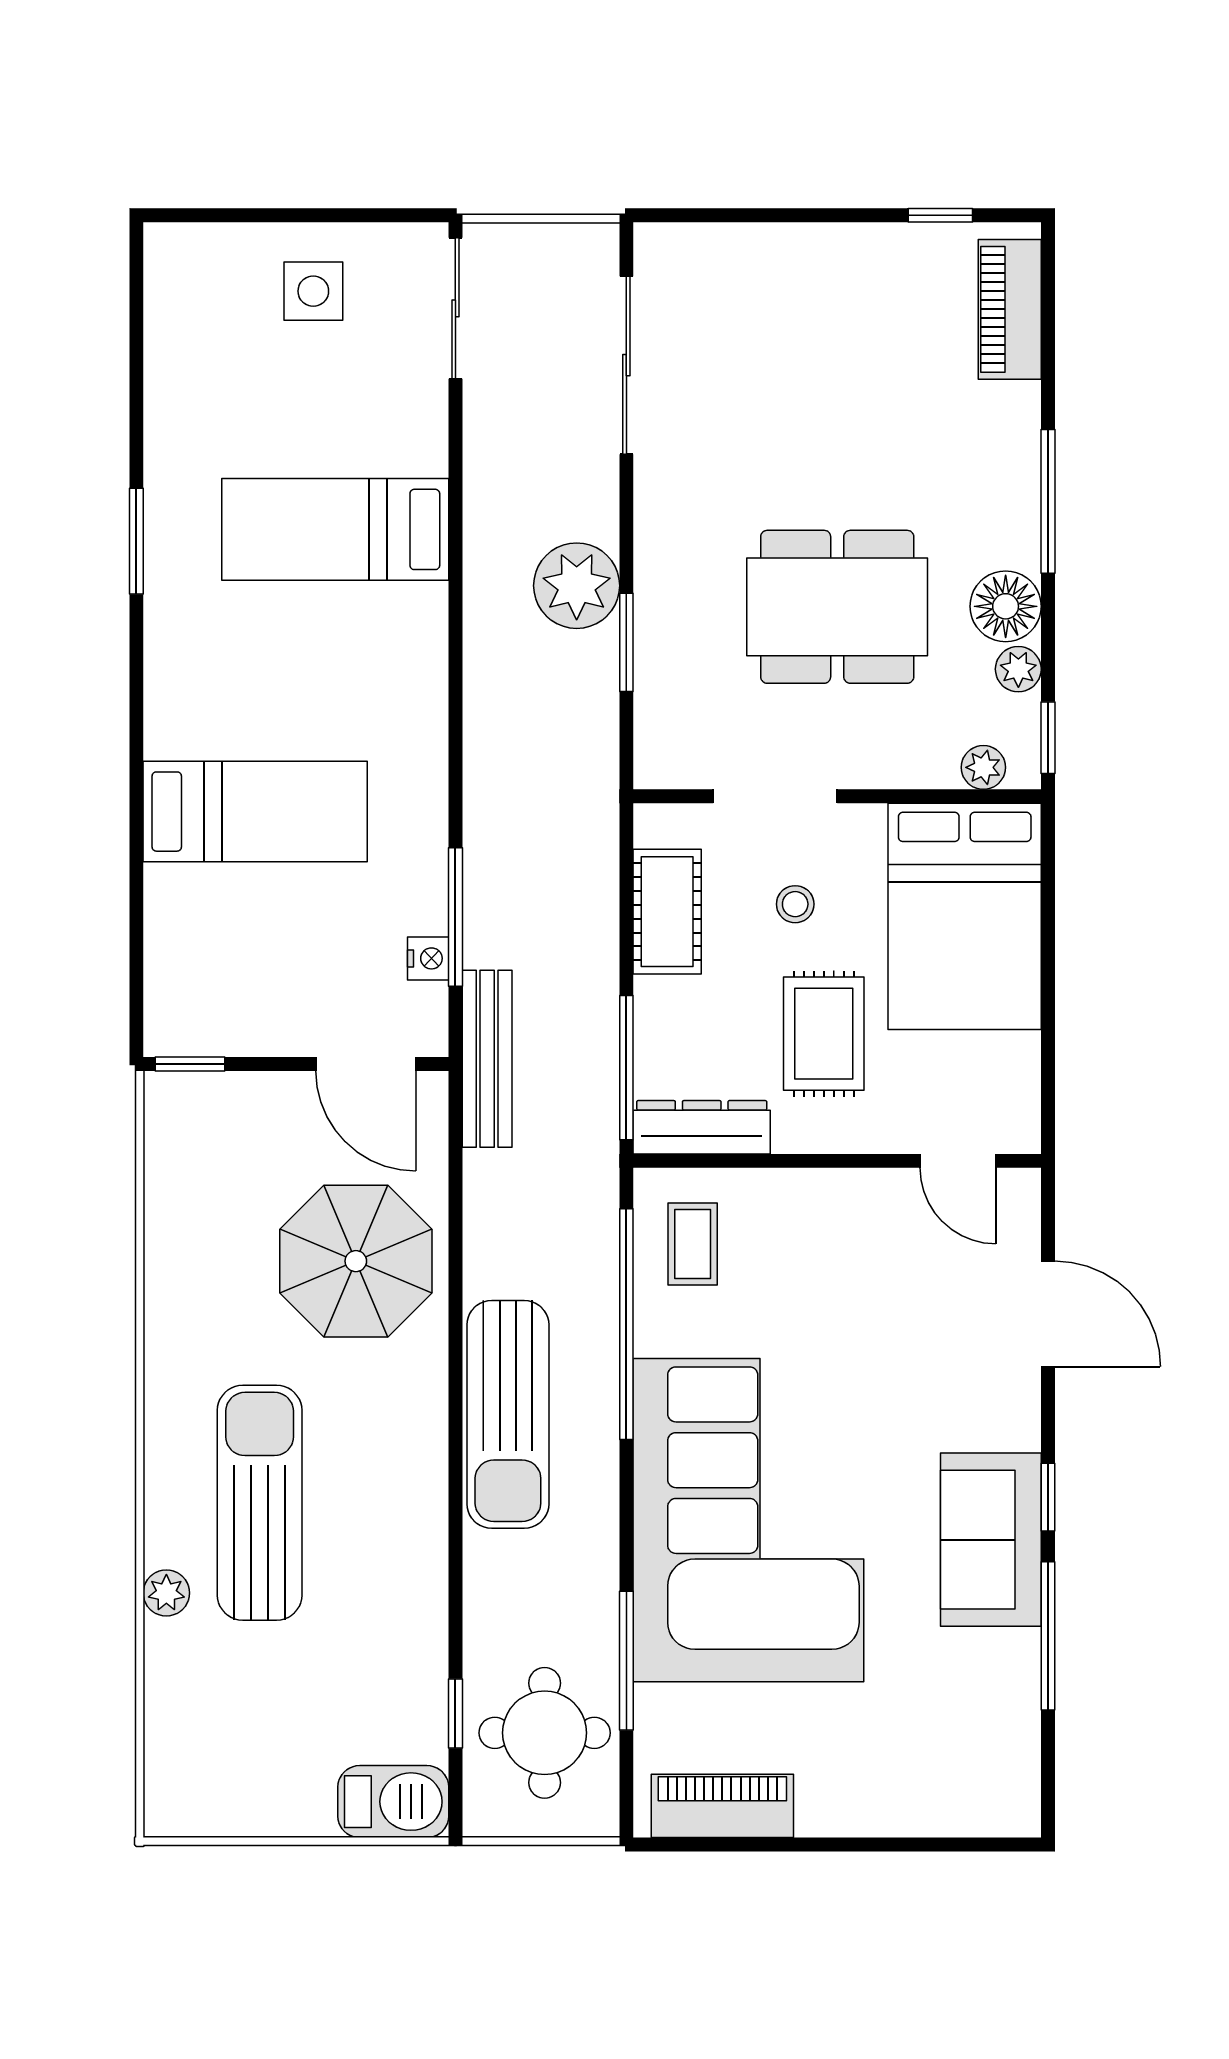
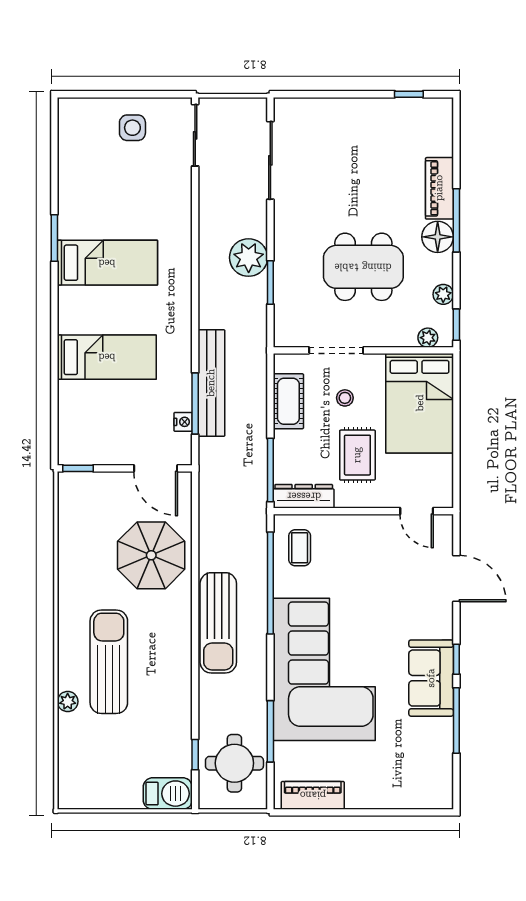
piano: (1010, 309) -> (439, 188), moved
bed: (335, 529) -> (107, 263), moved, turned 180
floor lamp: (1006, 606) -> (438, 237), moved
bench: (487, 1059) -> (211, 383), moved, width x1.37, depth x1.21

